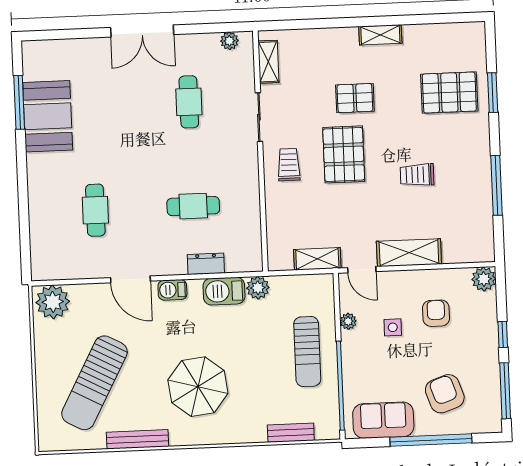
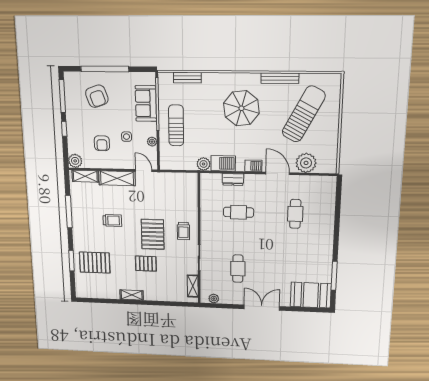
booth: (48, 116) -> (311, 295), moved, turned 90
shelving: (317, 259) -> (85, 176), moved
plant: (53, 302) -> (306, 163), moved
sofa: (383, 420) -> (146, 104), moved, turned 90

